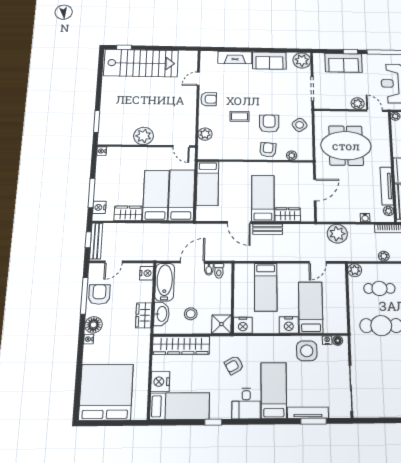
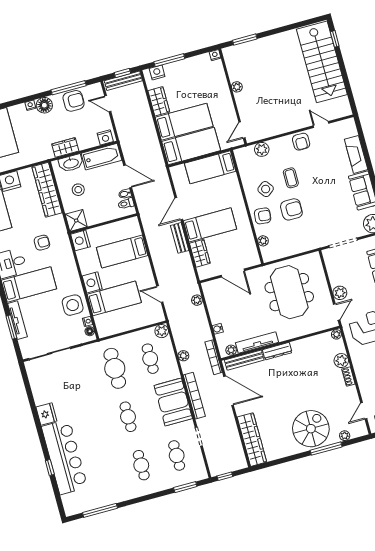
side table: (300, 125) -> (266, 189), moved
plant: (144, 136) -> (237, 87), width x0.53, depth x0.53
plant: (337, 234) -> (197, 300), width x0.53, depth x0.53
armchair: (234, 365) -> (42, 243), turned 119

